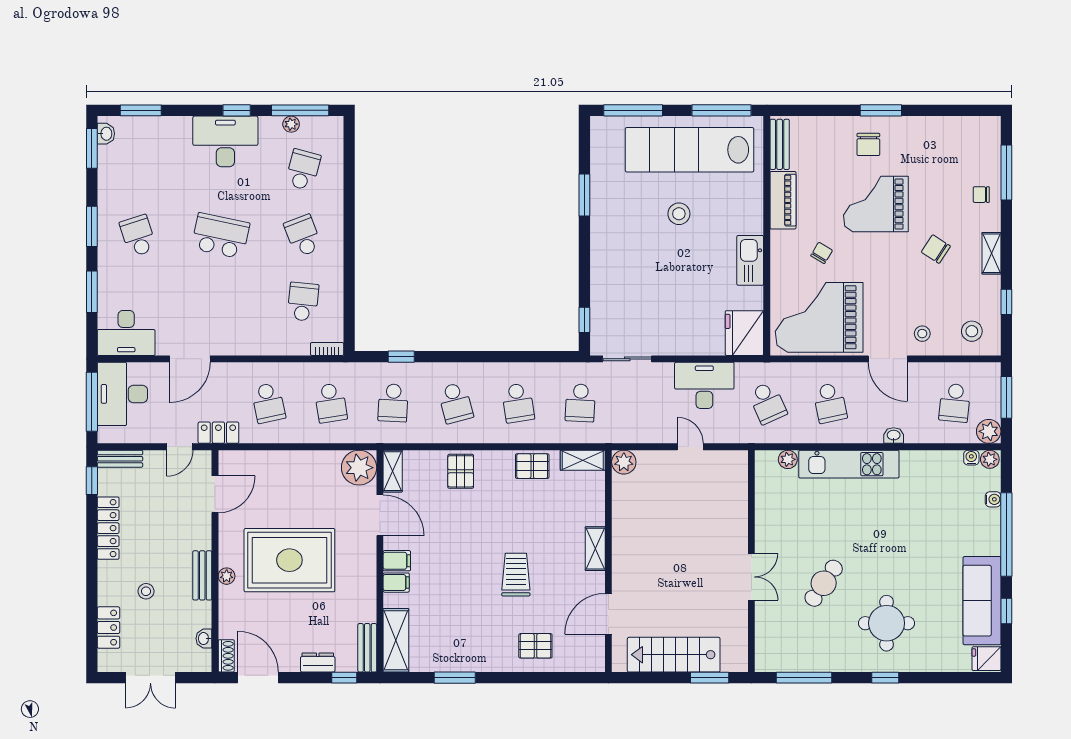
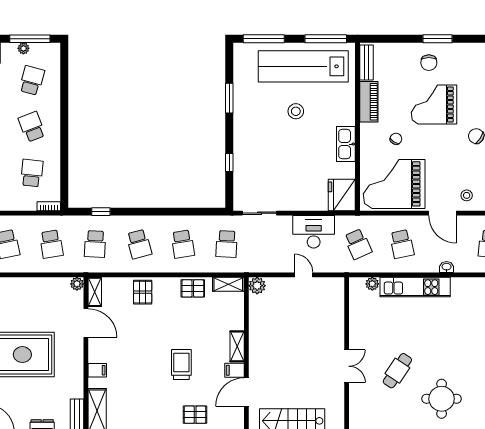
window: (584, 320) -> (229, 163), moved
plant: (359, 468) -> (77, 284), width x0.53, depth x0.53
filing cabinet: (397, 561) -> (234, 370), moved, turned 180

